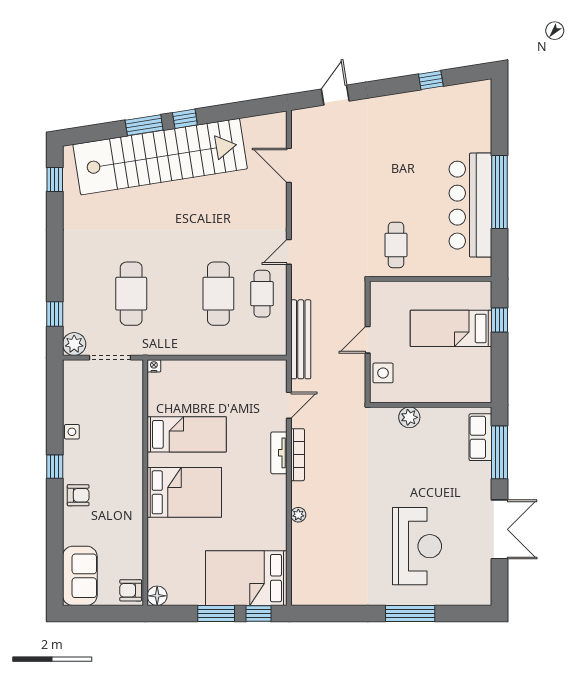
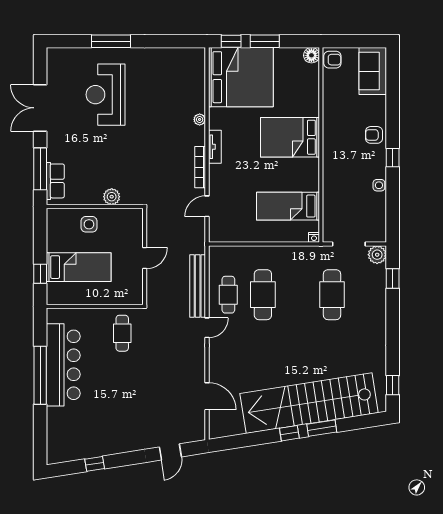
bench: (301, 339) -> (198, 286), moved
side table: (383, 373) -> (89, 224), moved
bed: (187, 434) -> (288, 206), moved
tv unit: (279, 453) -> (215, 147), moved
bed: (246, 578) -> (241, 77), width x1.36

